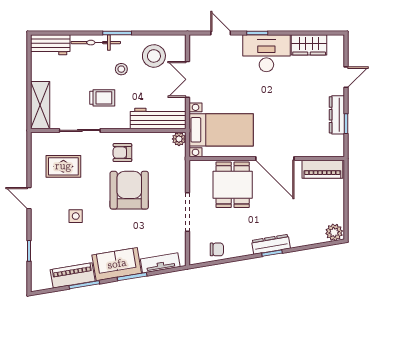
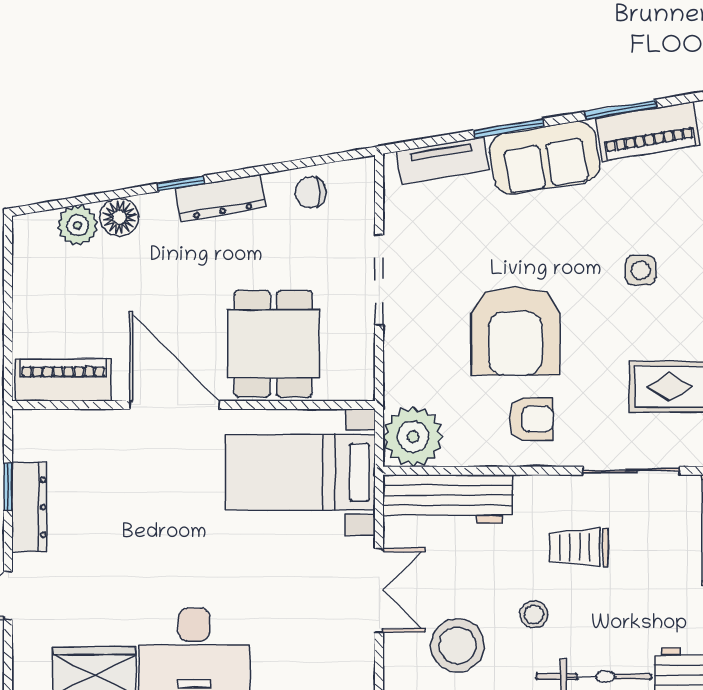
plant: (179, 139) -> (413, 437), width x1.88, depth x1.88
plant: (334, 232) -> (78, 225), moved
floor lamp: (298, 239) -> (119, 217), added
dresser: (271, 244) -> (221, 198), moved

